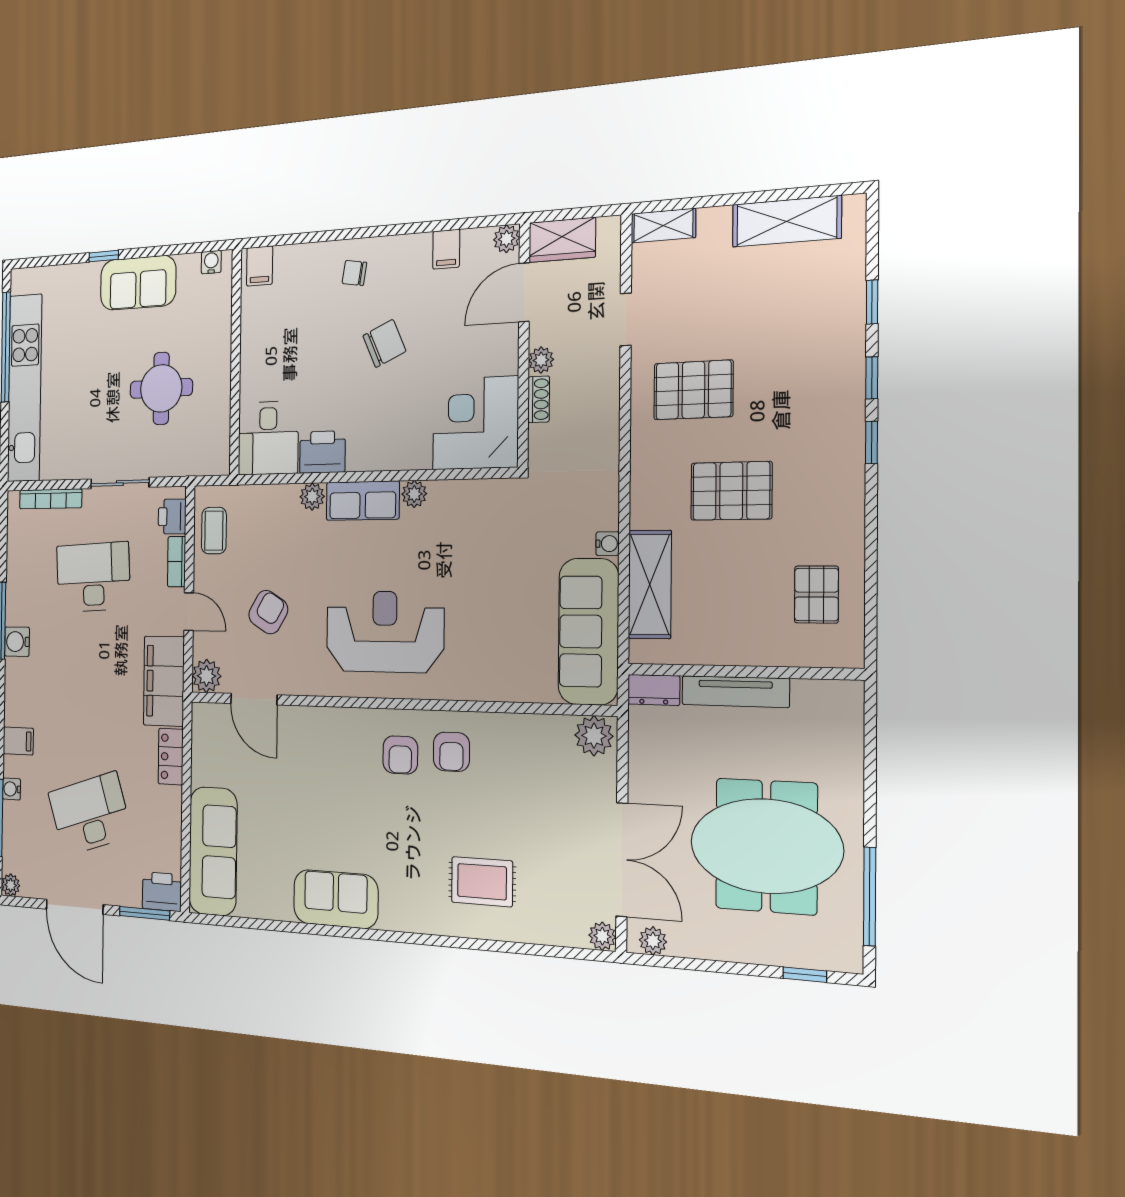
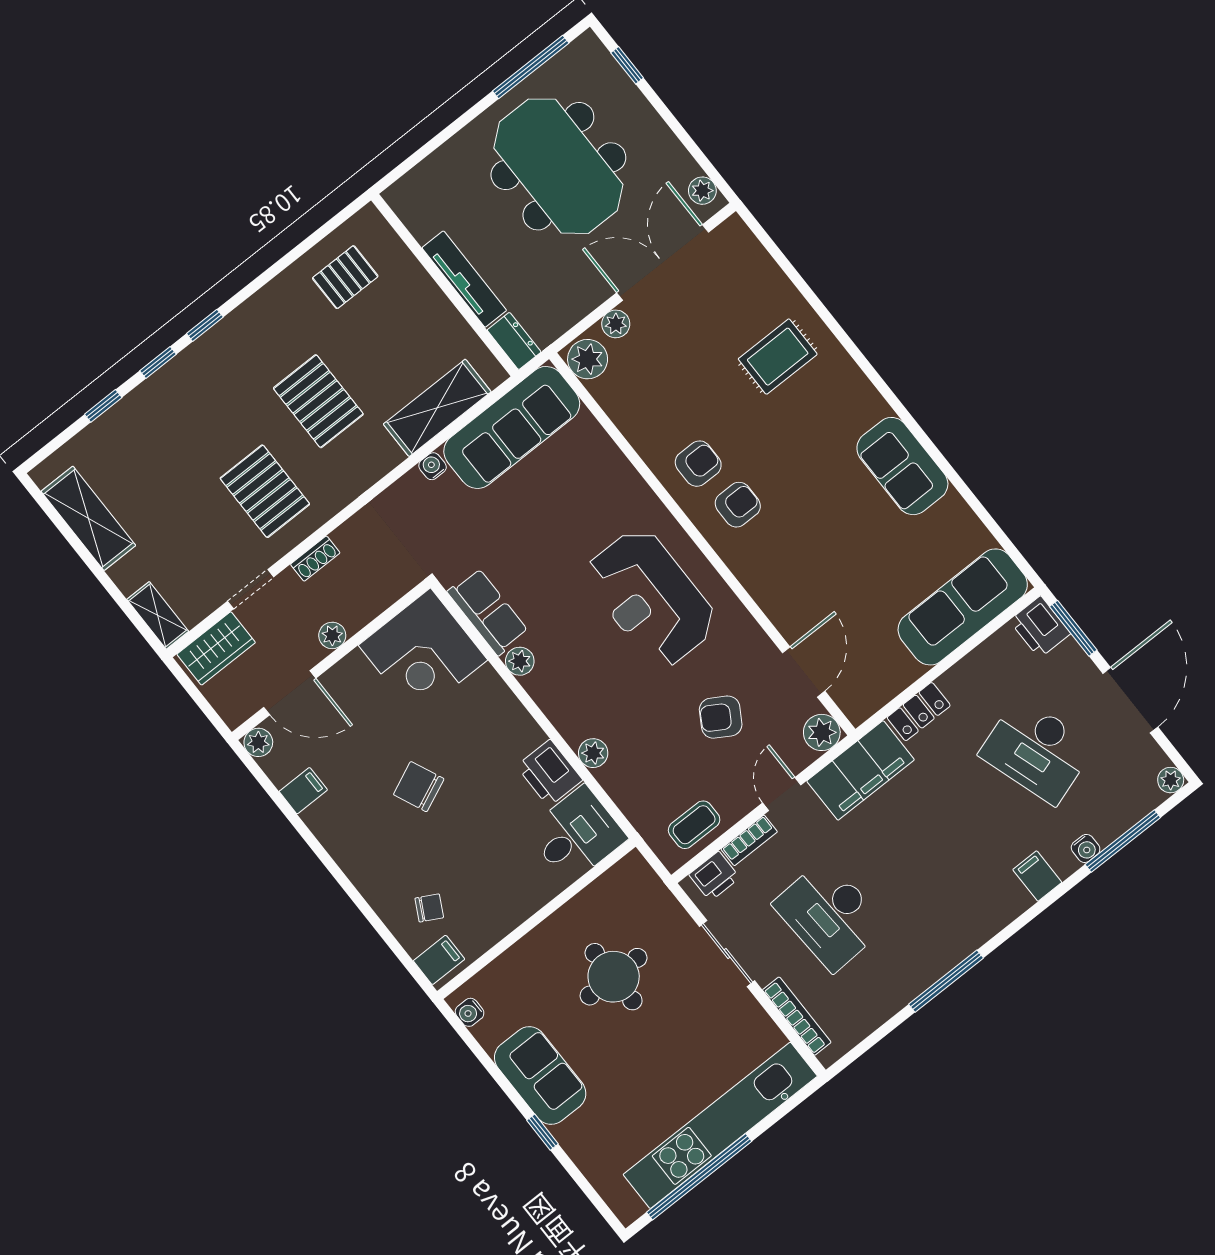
wardrobe: (562, 240) -> (216, 648), moved, turned 90
chair: (354, 273) -> (429, 908), moved, turned -71
shoe rack: (539, 399) -> (315, 559), moved, turned 180
row of seats: (363, 501) -> (488, 612), moved
water cooler: (17, 642) -> (951, 949), removed
rug: (482, 882) -> (778, 357), turned 90
plant: (602, 936) -> (616, 324), moved

